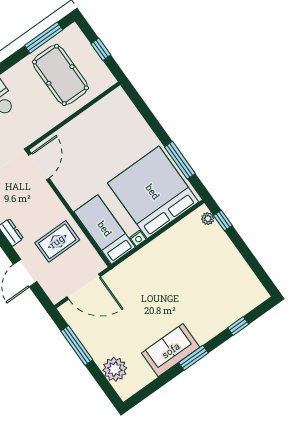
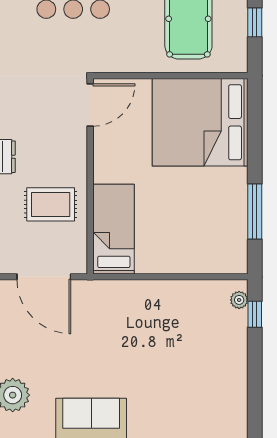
bed: (153, 192) -> (200, 122), moved, turned -90
nightstand: (138, 238) -> (144, 266), removed

